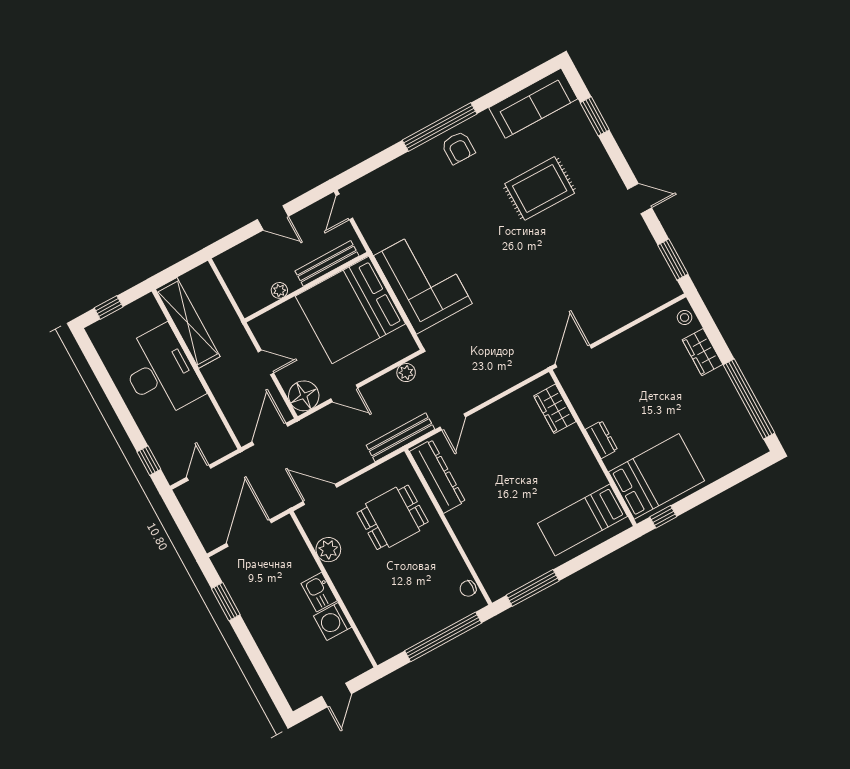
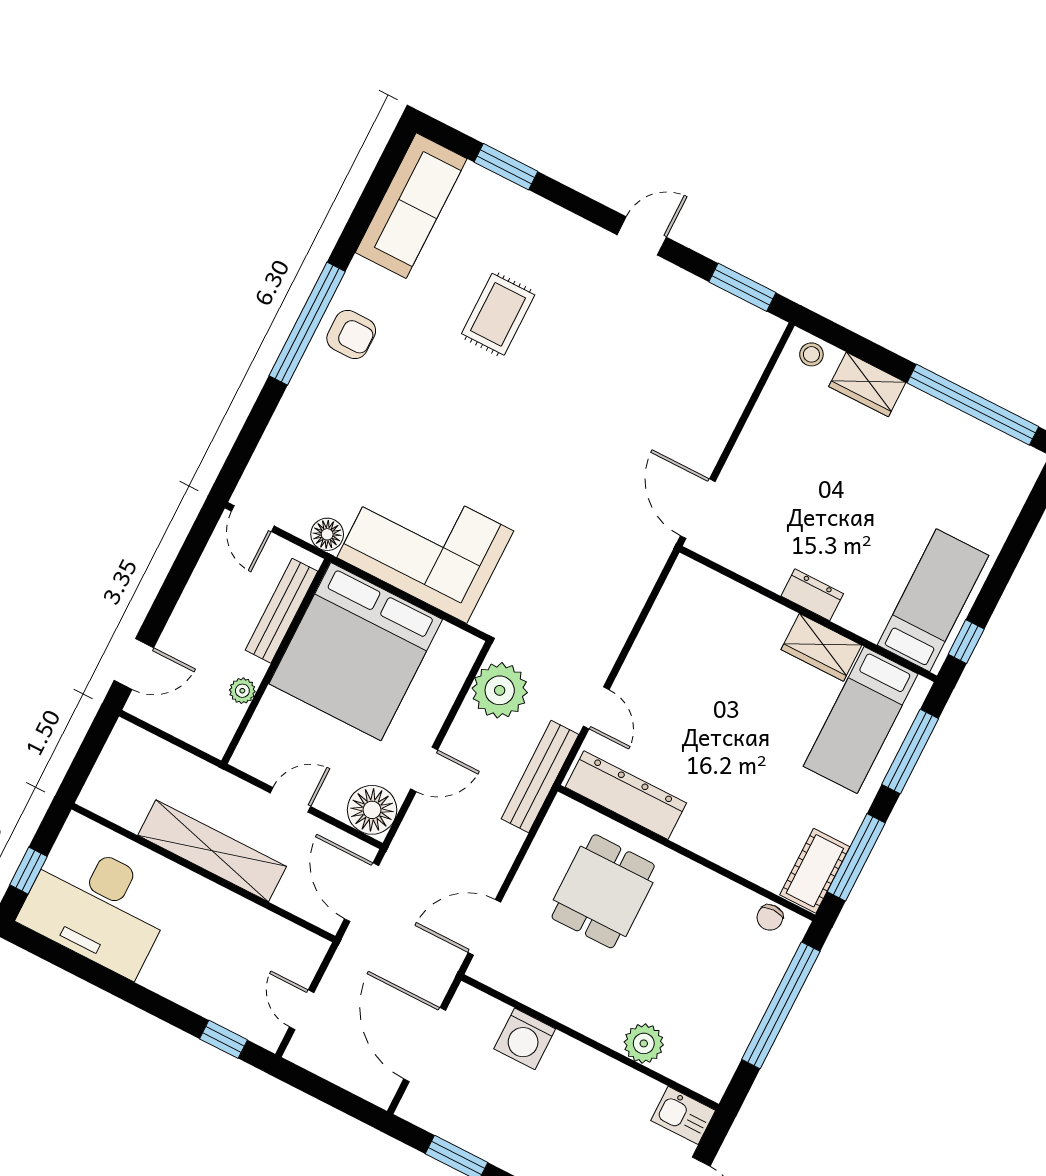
rug: (540, 188) -> (498, 314), width x0.73, depth x0.70
door: (273, 218) -> (134, 664), moved
floor lamp: (377, 241) -> (327, 534), added
shelving: (188, 323) -> (212, 851), moved
desk: (160, 372) -> (97, 907), moved, turned 180
plant: (406, 373) -> (500, 690), width x1.88, depth x1.88
wardrobe: (555, 409) -> (821, 647), moved
bed: (656, 476) -> (933, 600), width x0.67
plant: (328, 550) -> (644, 1043), moved
window: (597, 553) -> (910, 752), added
cot: (507, 580) -> (815, 871), added
kitchen sink: (319, 592) -> (683, 1115), moved
washing machine: (333, 622) -> (525, 1039), moved

